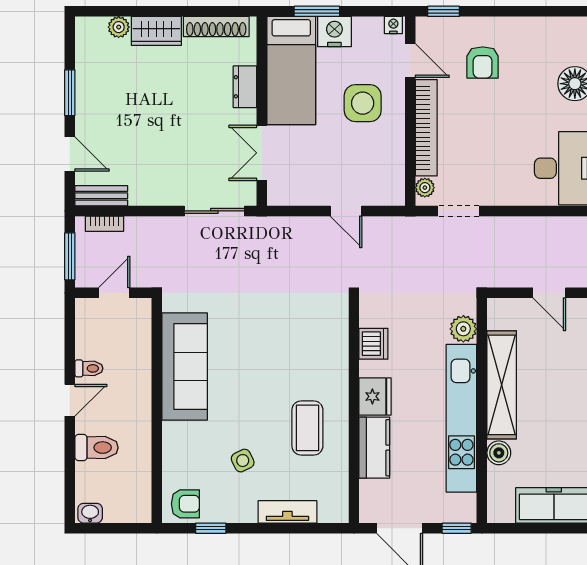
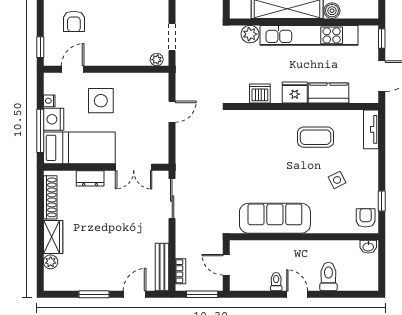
window: (317, 11) -> (40, 131), width x1.44
nightstand: (393, 25) -> (49, 101), moved
armchair: (483, 62) -> (74, 21), turned 90
bookcase: (426, 128) -> (117, 59), removed
bench: (101, 196) -> (162, 267), width x1.36
tv unit: (287, 512) -> (371, 129), moved
washbasin: (90, 513) -> (368, 247), moved, turned -90

